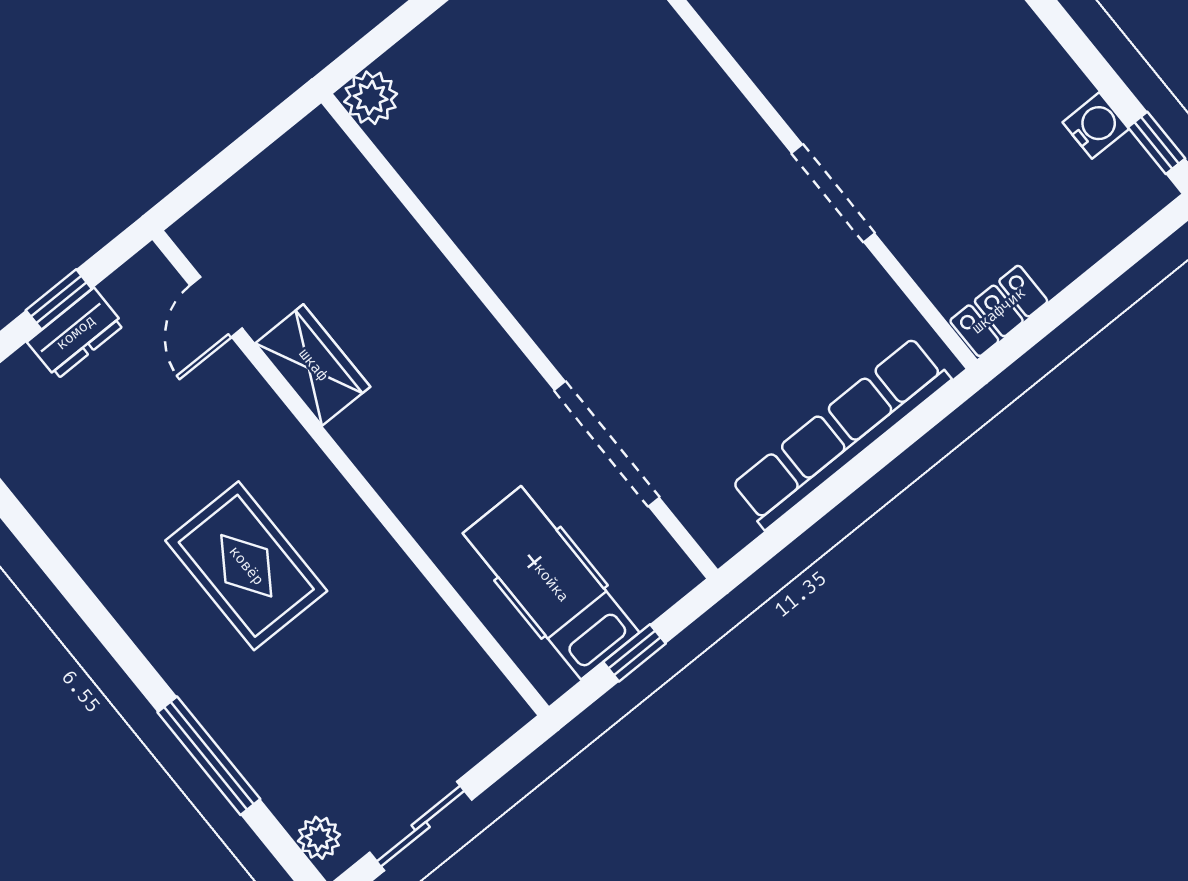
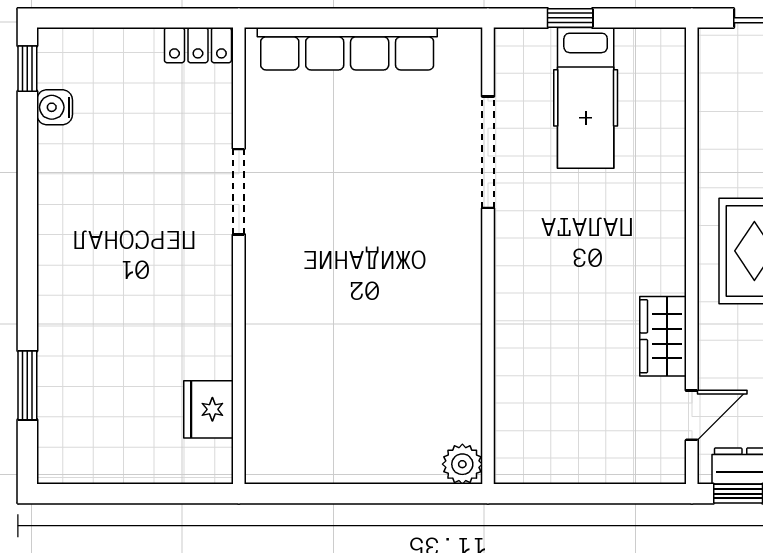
door: (216, 307) -> (692, 415), moved
wardrobe: (313, 365) -> (663, 336), moved
wall: (351, 473) -> (692, 256), moved

